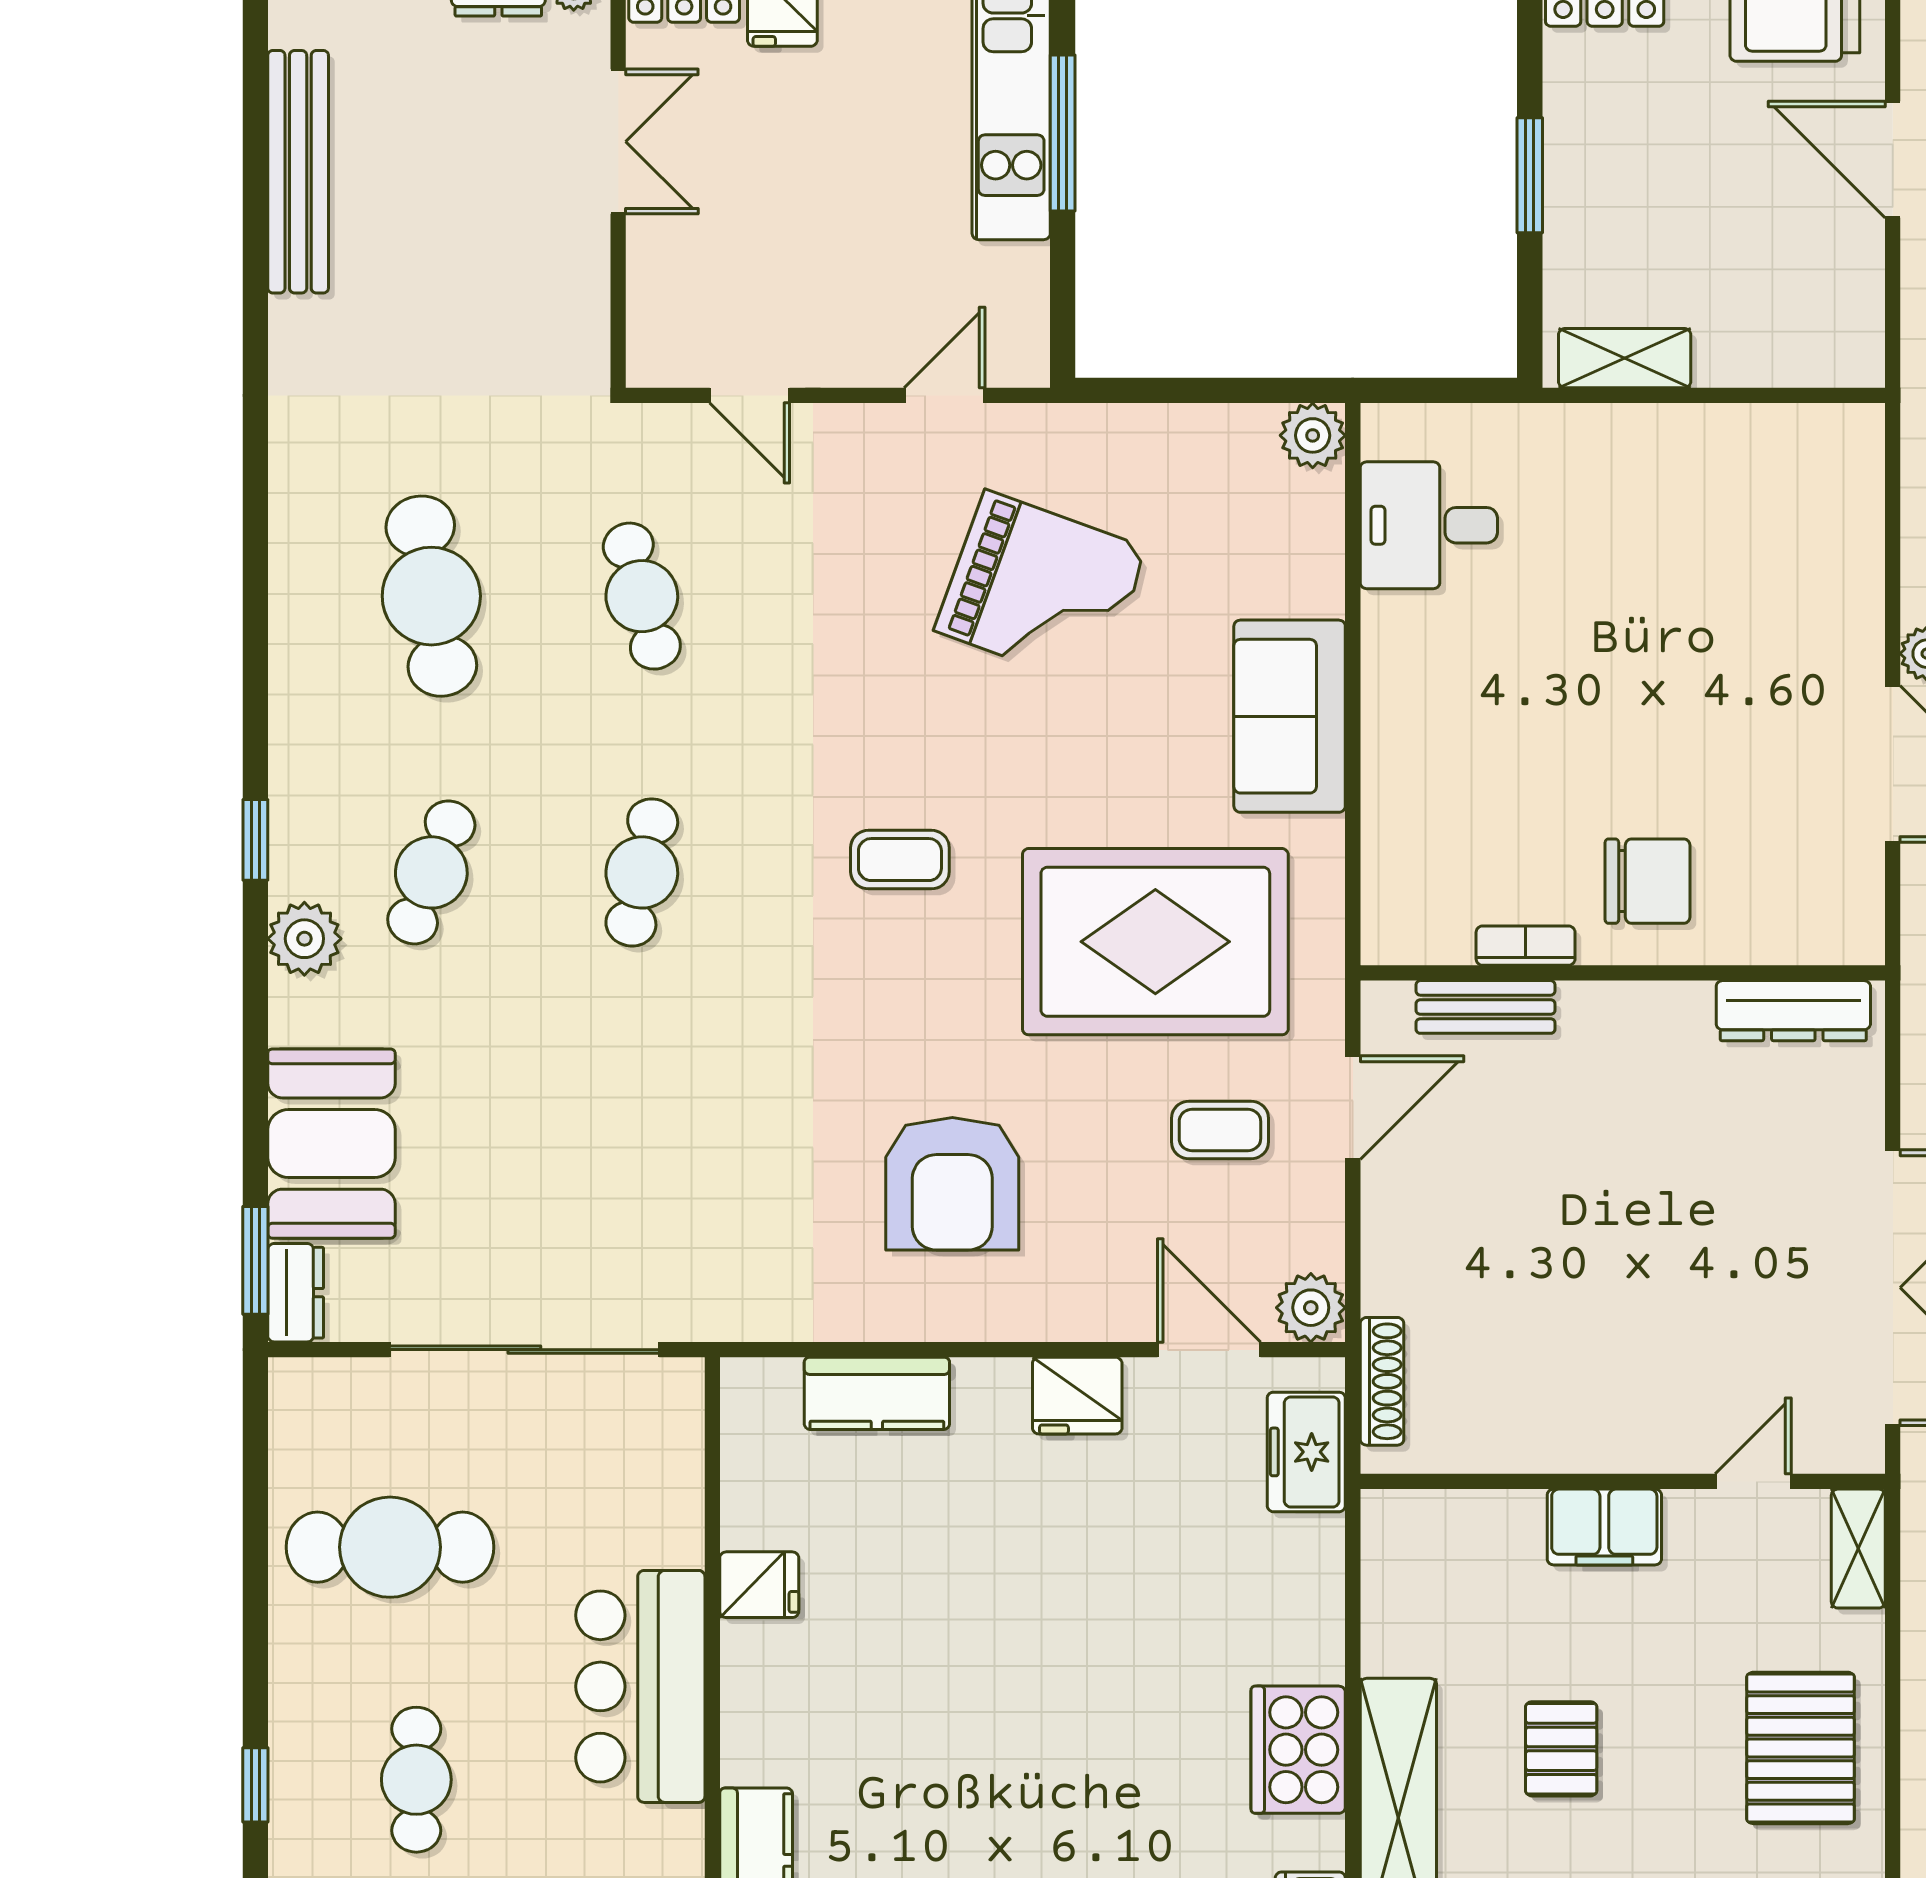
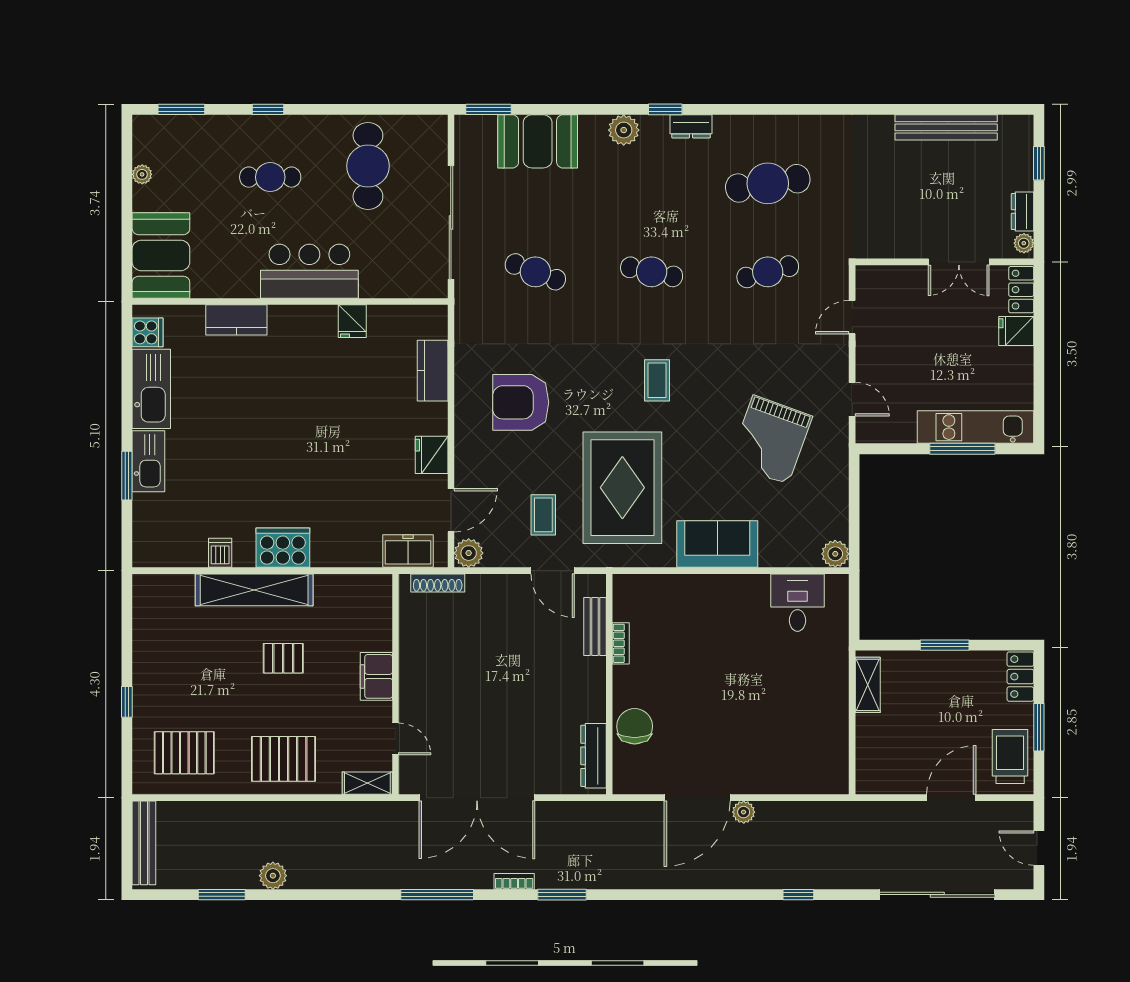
cafe table: (431, 872) -> (535, 272), moved
chair: (1647, 881) -> (635, 726), moved, turned 180
dresser: (296, 1293) -> (691, 126), moved

